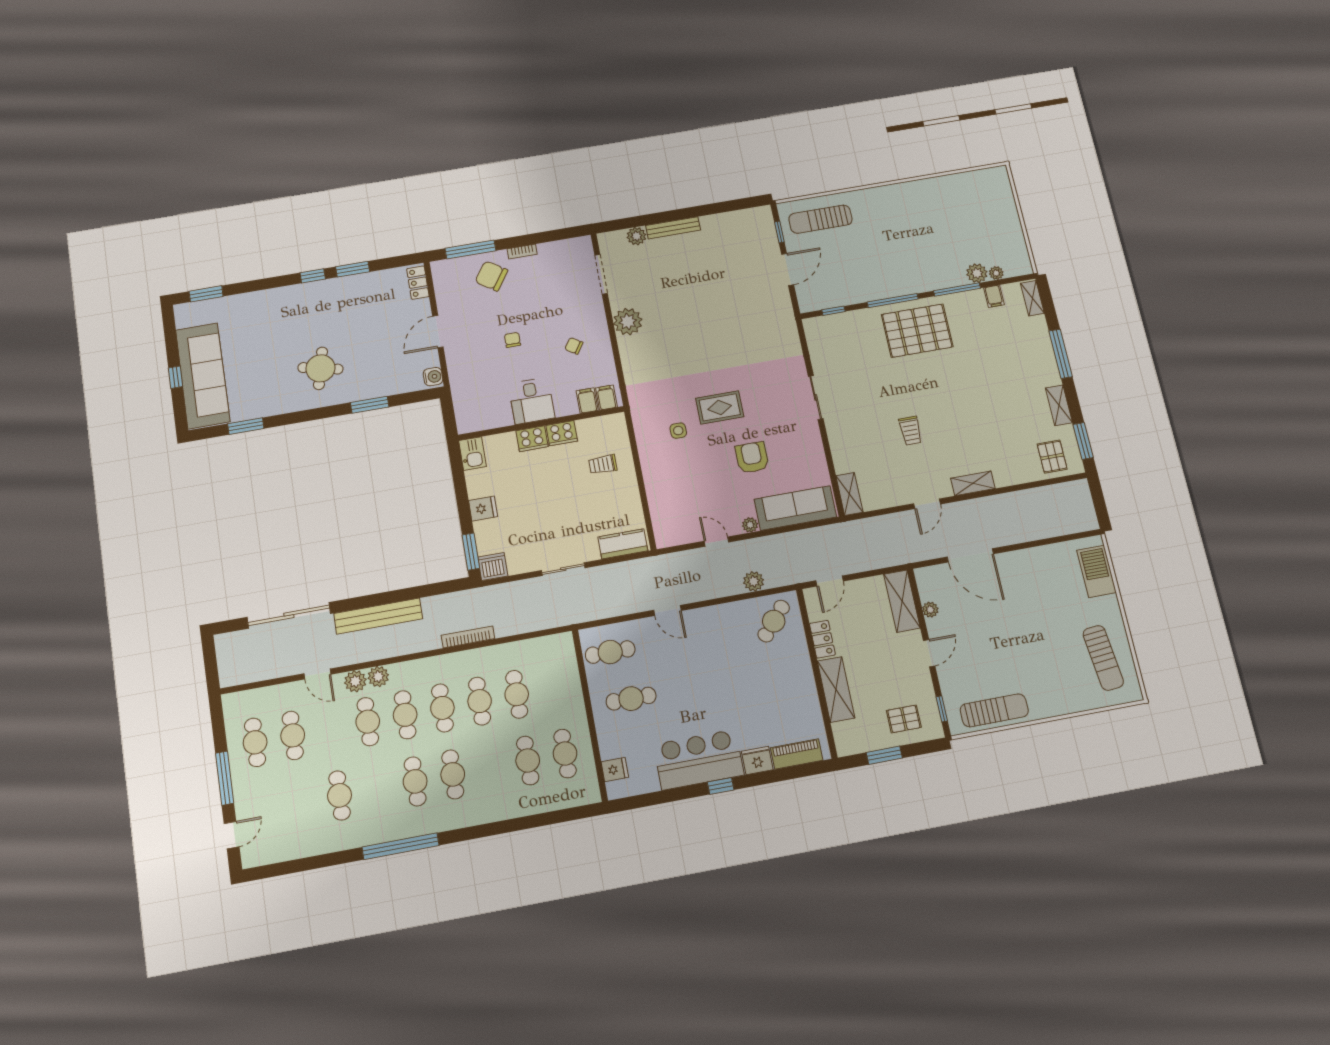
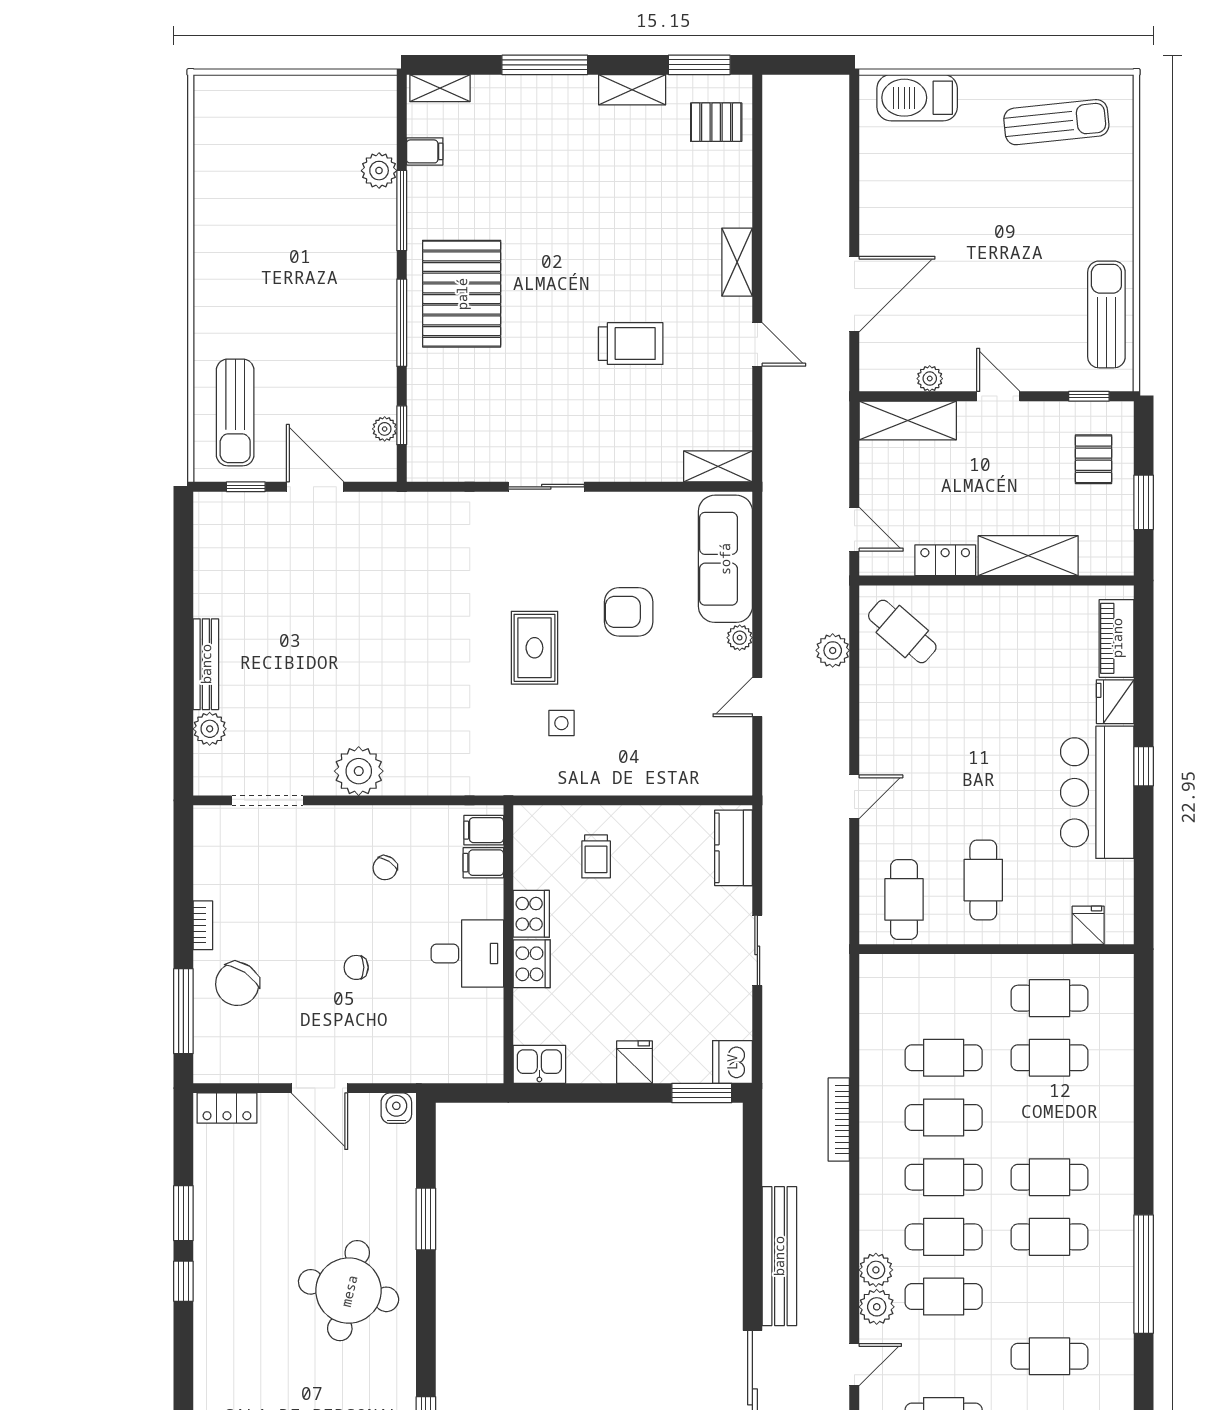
plant: (996, 273) -> (385, 429), moved
round table: (320, 368) -> (349, 1291), width x1.36, depth x1.36
trolley: (910, 431) -> (631, 344), width x1.36, depth x1.39

